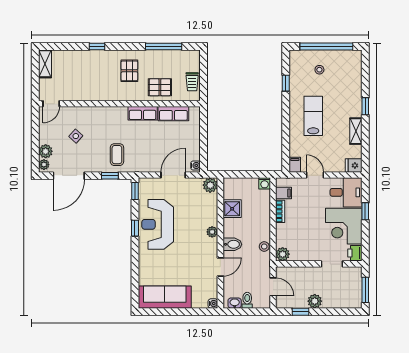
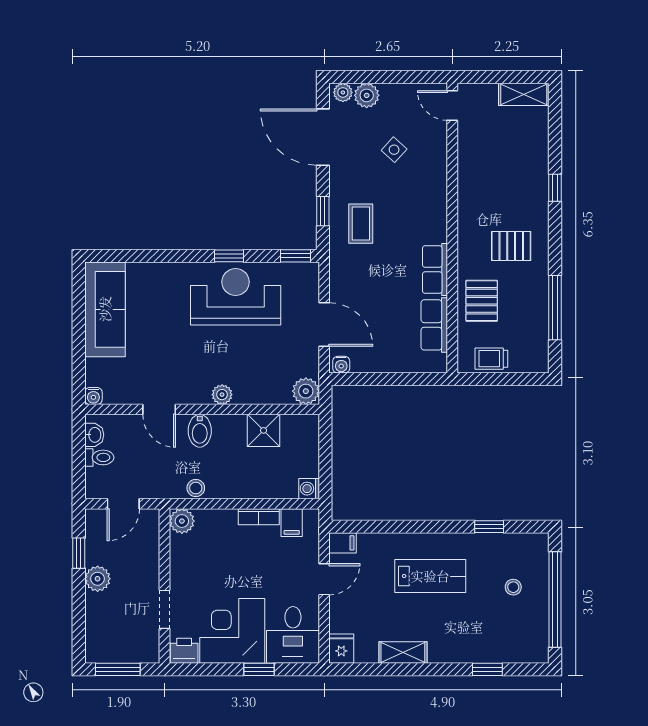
window: (365, 106) -> (487, 669), moved
coffee table: (117, 155) -> (361, 224), turned 90

